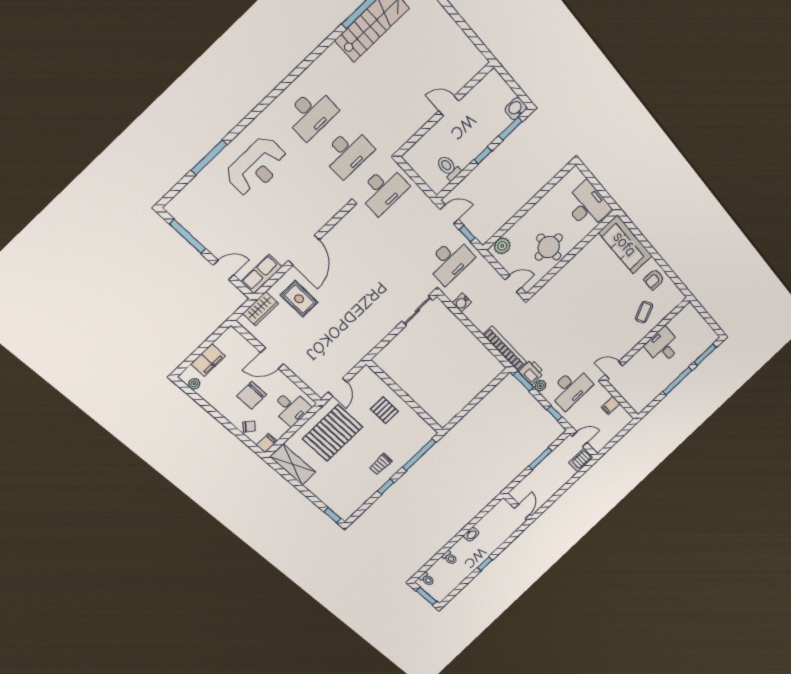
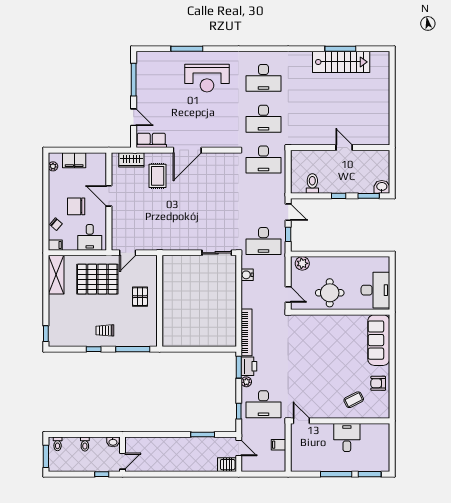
wall: (517, 507) -> (122, 454), moved
door: (522, 511) -> (122, 461), moved

